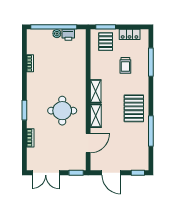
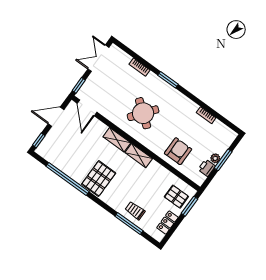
window: (54, 27) -> (223, 160), width x0.47
armchair: (71, 65) -> (178, 151), added
trolley: (125, 65) -> (135, 211), moved
pallet: (134, 108) -> (99, 179), turned 90
round table: (62, 111) -> (143, 113), turned 38
window: (151, 131) -> (67, 179), width x1.46
door: (88, 143) -> (87, 108), moved

